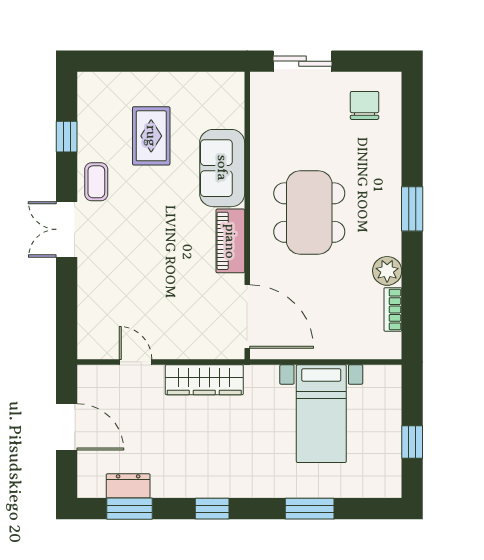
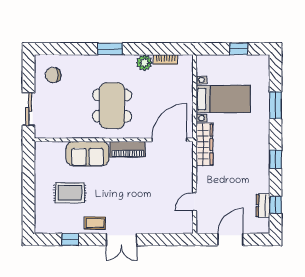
dining table: (309, 213) -> (112, 106), turned 90
wardrobe: (204, 380) -> (204, 144), moved
window: (130, 509) -> (275, 205), width x0.67

